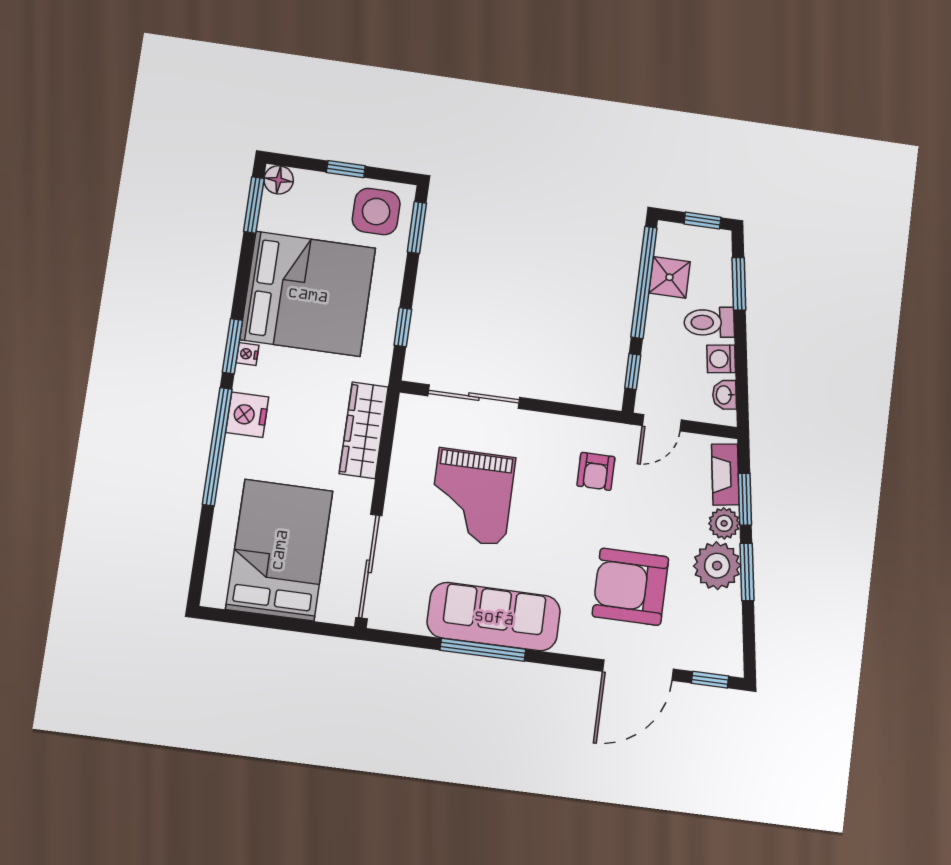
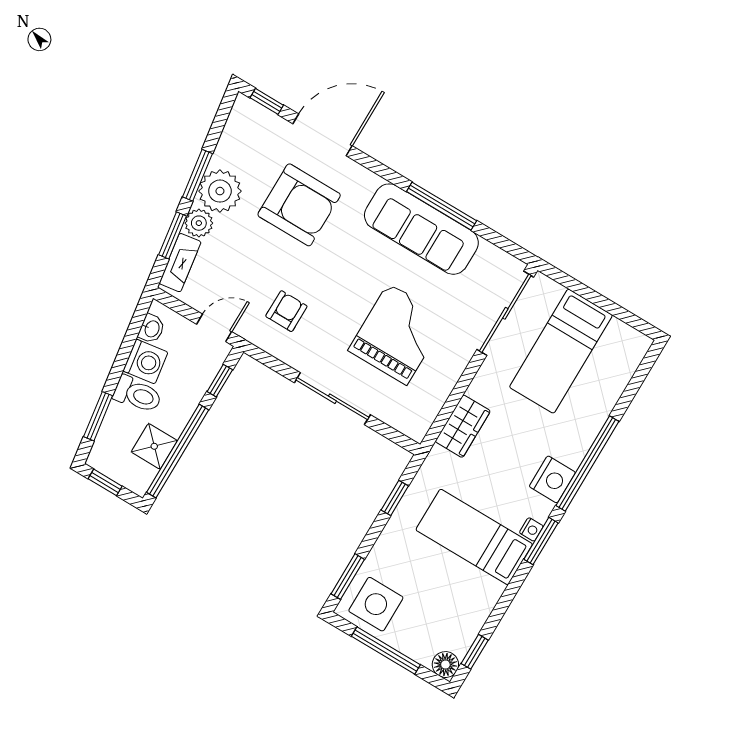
window: (346, 169) -> (386, 650), width x2.17
window: (254, 205) -> (475, 652), width x0.67
bed: (308, 294) -> (474, 537), width x0.49
washing machine: (721, 359) -> (145, 362), width x1.38, depth x1.38
sliding door: (474, 397) -> (332, 399), moved
wardrobe: (364, 430) -> (463, 426), width x0.67
bed: (279, 550) -> (561, 351), width x0.67

